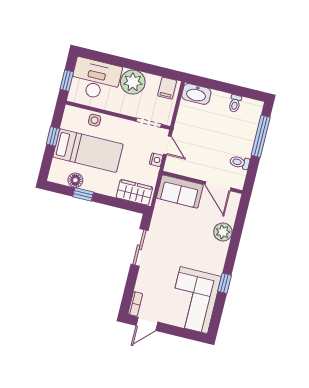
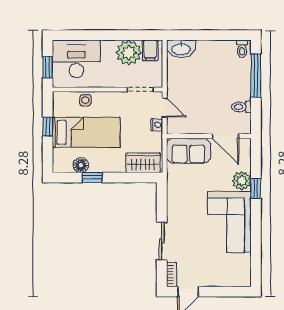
plant: (133, 82) -> (129, 53), moved
toilet: (235, 103) -> (242, 49), moved
sliding door: (139, 247) -> (162, 241), moved
window: (225, 283) -> (256, 188), moved
corner sofa: (194, 300) -> (229, 222), moved

